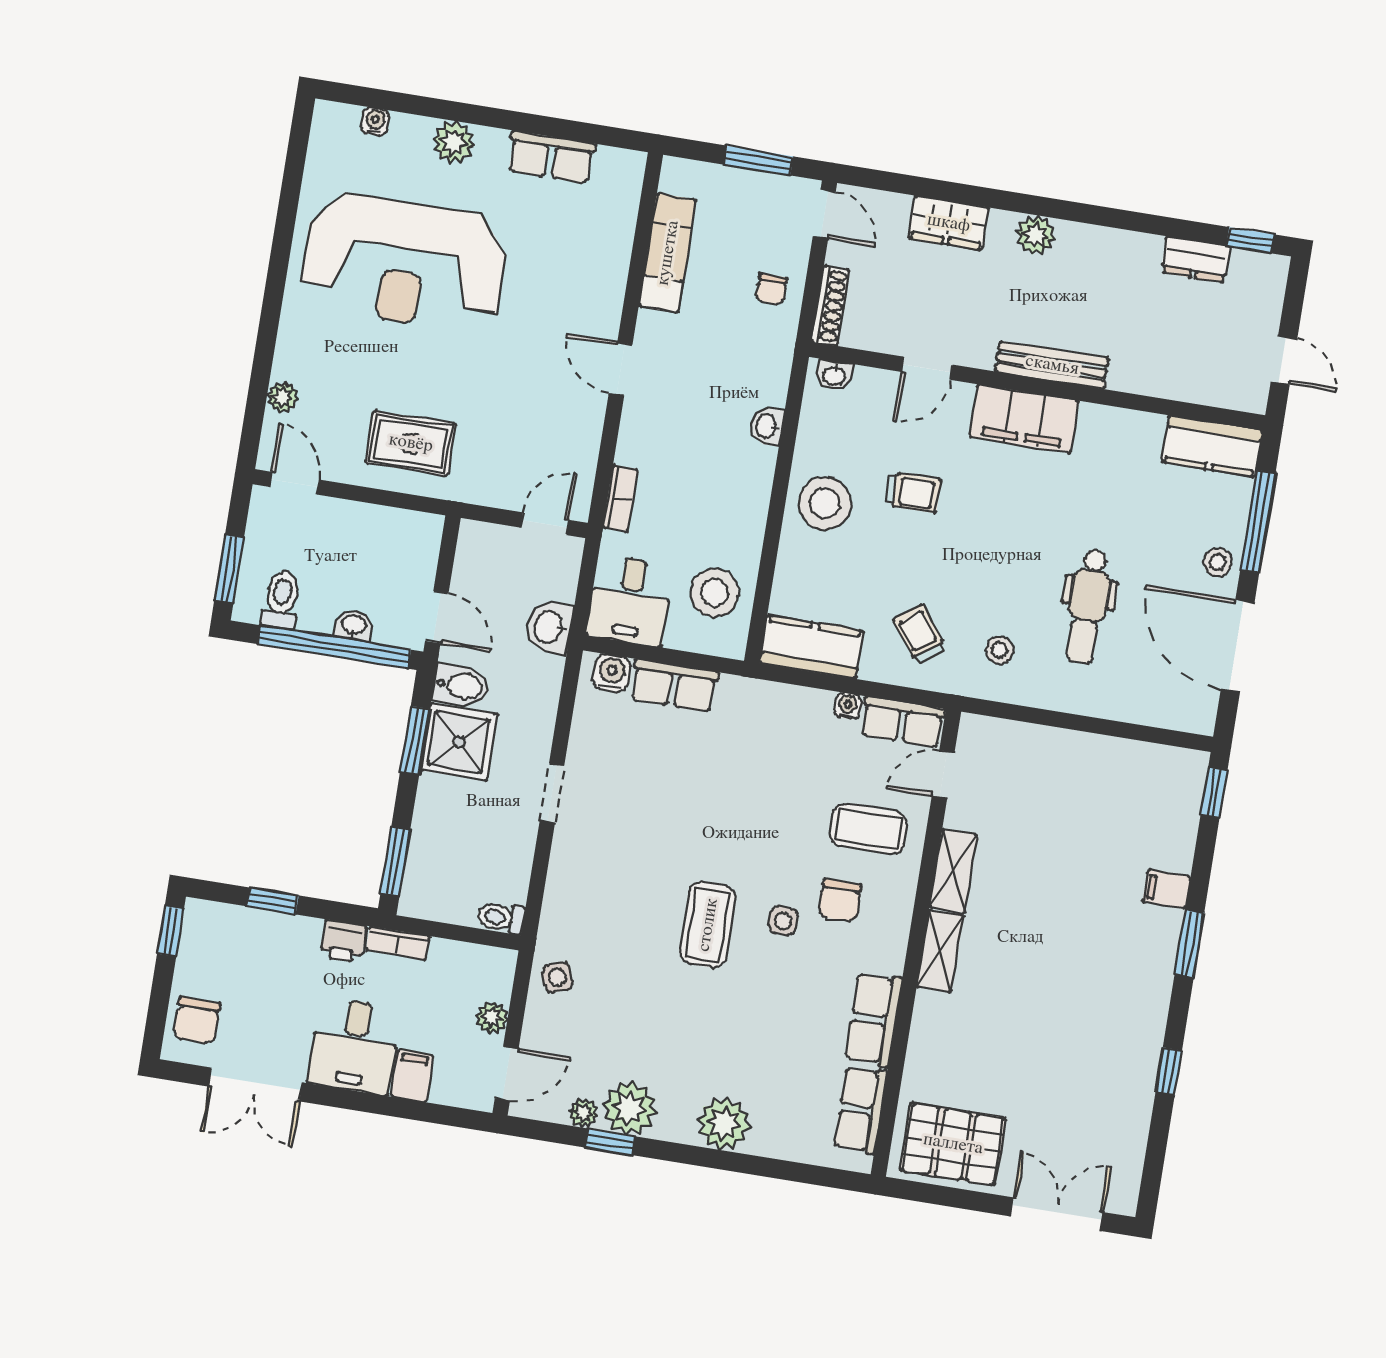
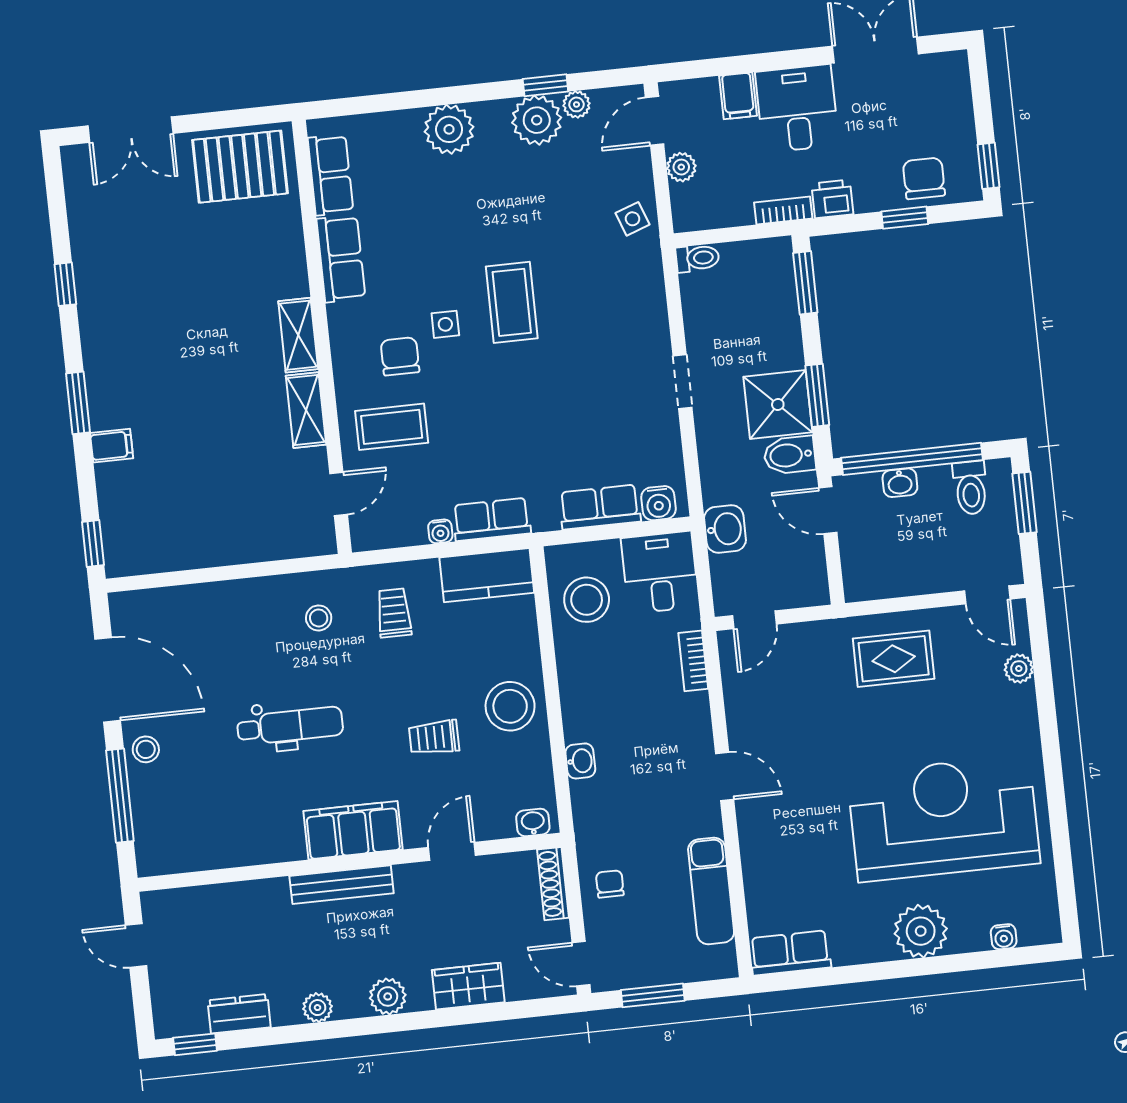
plant: (454, 142) -> (921, 931), width x1.36, depth x1.36
row of seats: (551, 157) -> (790, 953), moved
plant: (1112, 244) -> (318, 1008), added
kitchen counter: (1212, 446) -> (179, 851), removed
dental chair: (1088, 607) -> (290, 726), moved, turned 90
trolley: (920, 634) -> (394, 613), turned -143
row of seats: (902, 722) -> (492, 519), moved
chair: (197, 1021) -> (924, 178), moved

